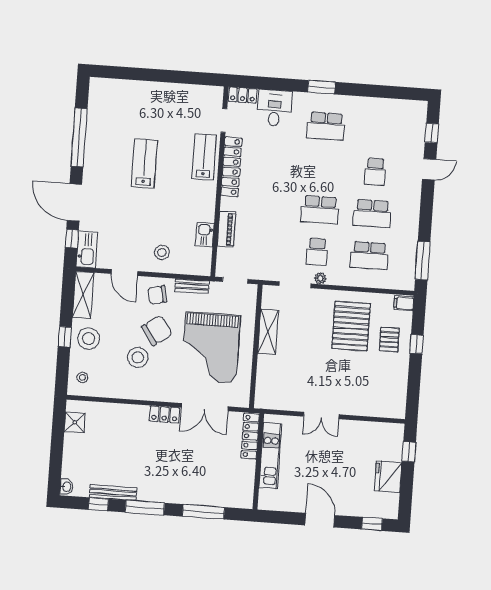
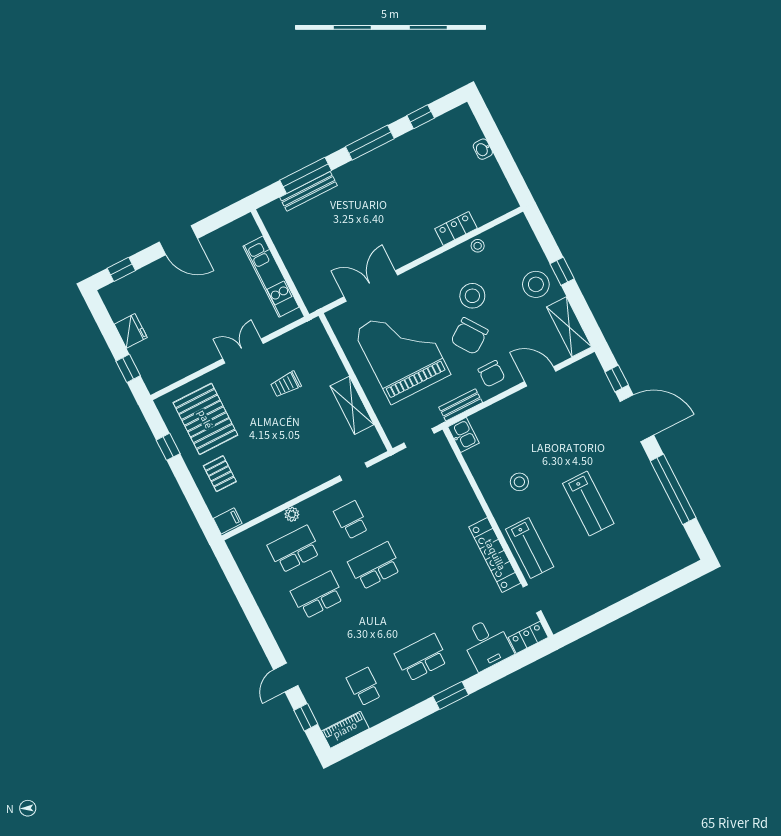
school desk: (375, 172) -> (364, 687), moved
piano: (226, 229) -> (345, 730), moved, turned 90
kitchen sink: (205, 234) -> (463, 435), moved
kitchen sink: (87, 249) -> (594, 377), removed
stool: (162, 252) -> (519, 482), moved
window: (423, 261) -> (235, 578), removed
plant: (320, 278) -> (292, 514), moved
doorway: (295, 285) -> (353, 472), width x0.73
chair: (157, 295) -> (491, 374), turned 102
pallet: (351, 326) -> (205, 419), moved
window: (417, 344) -> (168, 447), moved
trolley: (306, 374) -> (286, 384), added
stool: (82, 377) -> (478, 246), moved
locker: (164, 414) -> (456, 228), moved
shower: (75, 422) -> (497, 188), removed
locker: (250, 436) -> (305, 284), removed
fridge: (388, 477) -> (131, 331), width x0.73, depth x0.75
washbasin: (66, 487) -> (483, 149), moved
bench: (113, 493) -> (308, 191), moved

